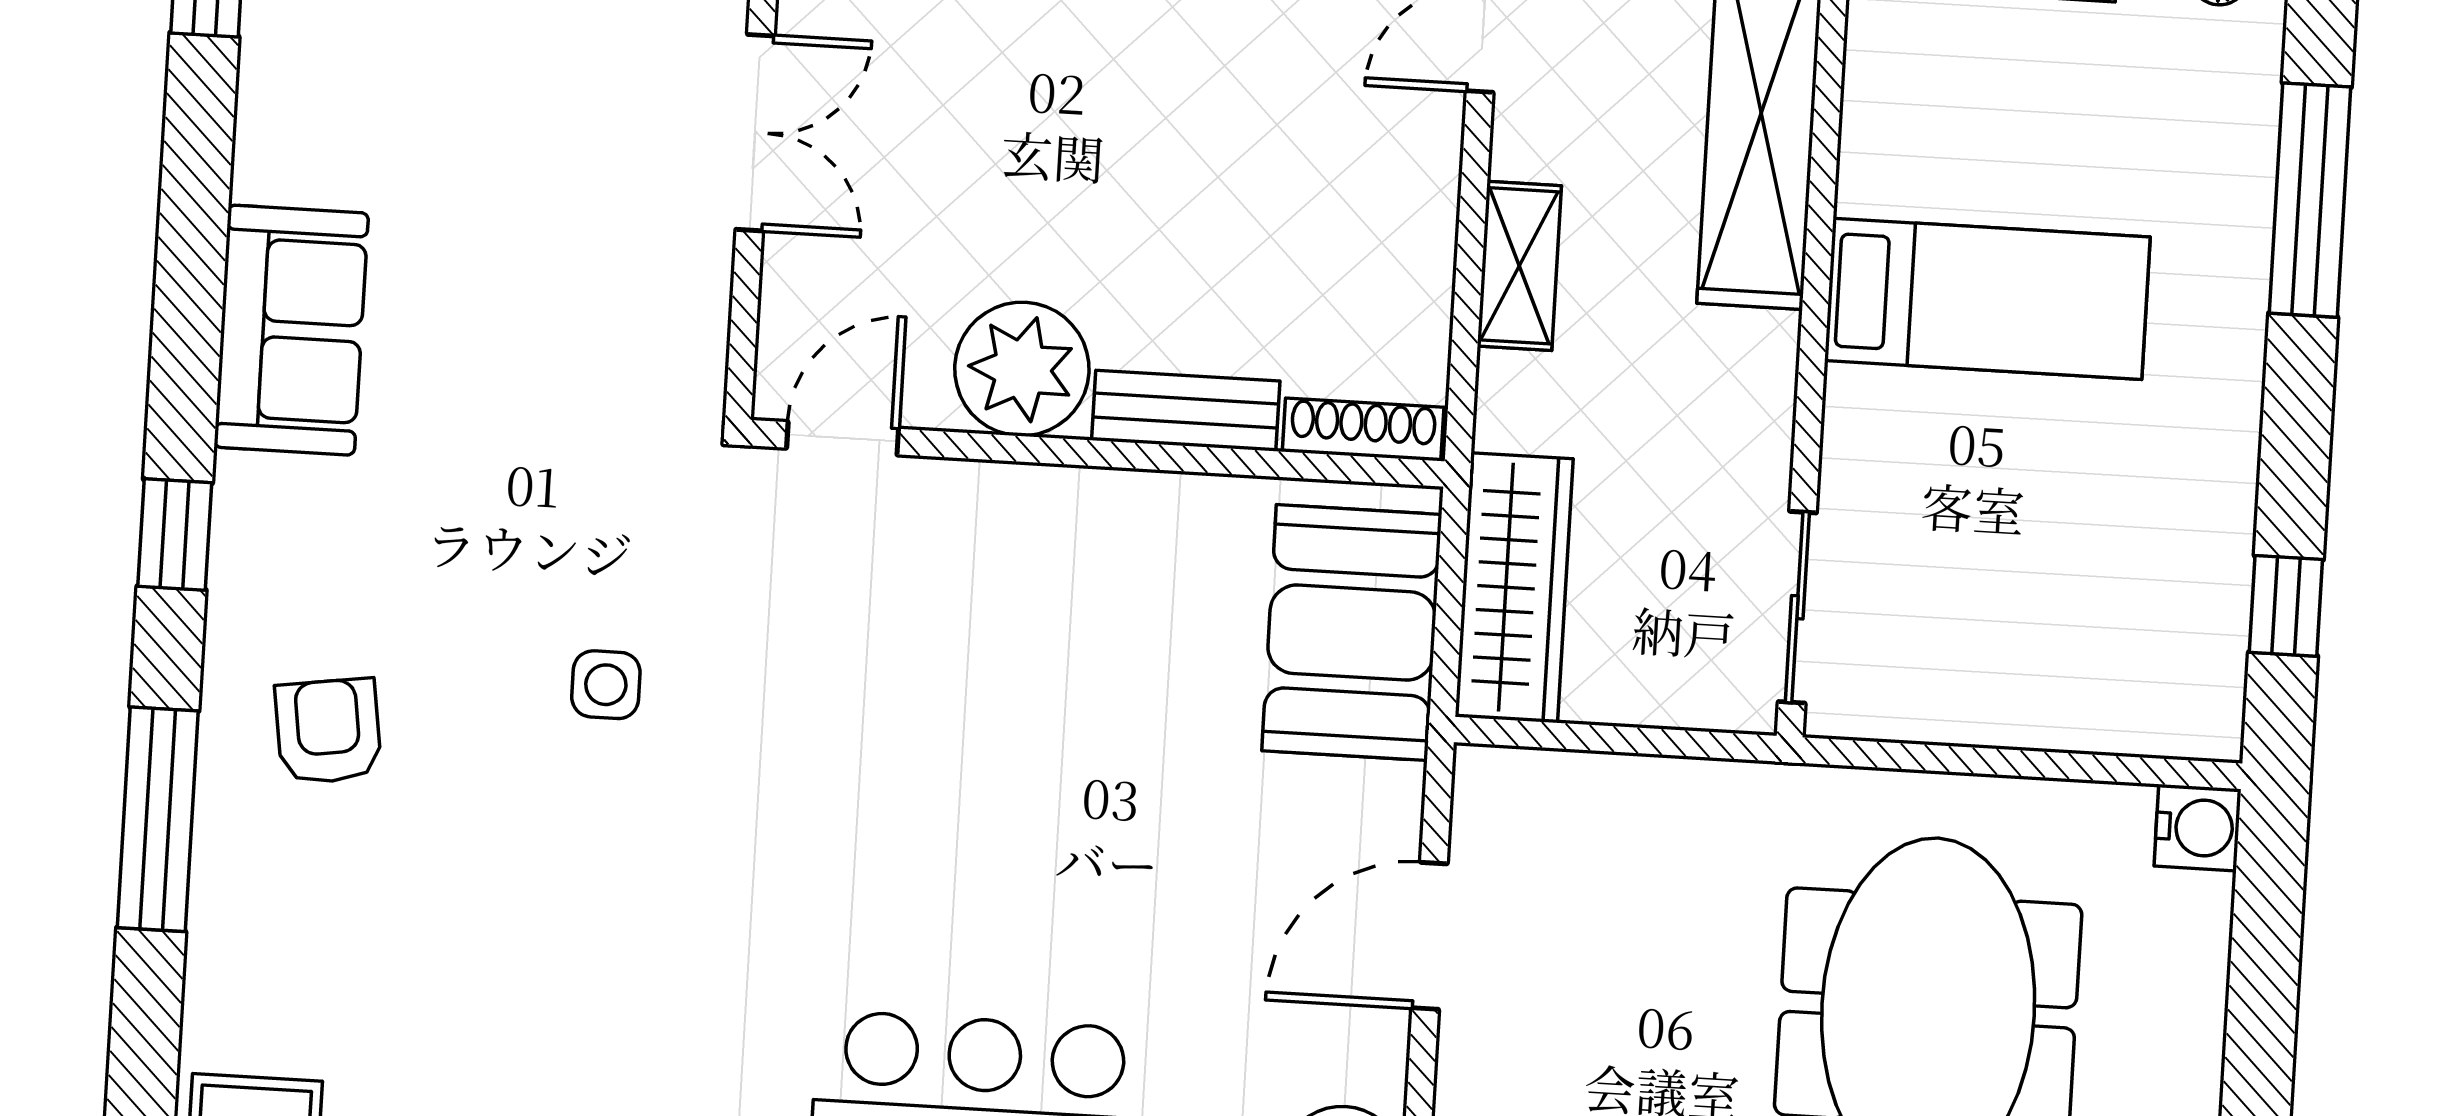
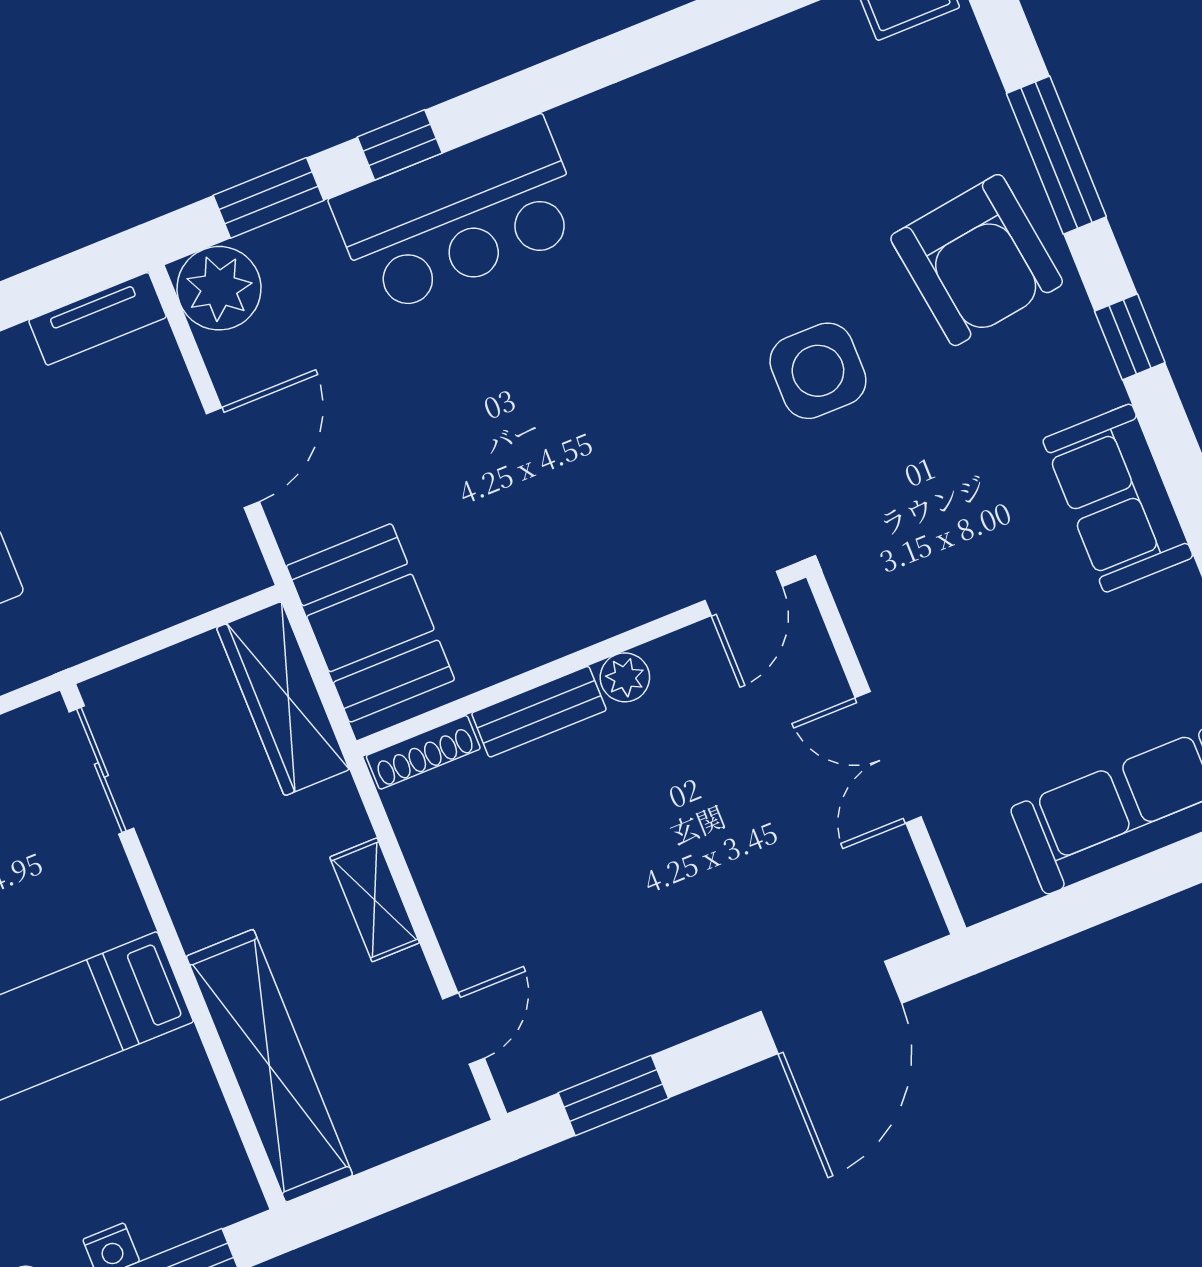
plant: (1022, 369) -> (625, 677), width x0.53, depth x0.53
side table: (606, 685) -> (818, 371), width x1.87, depth x1.87
armchair: (328, 731) -> (977, 260), width x1.88, depth x1.88

